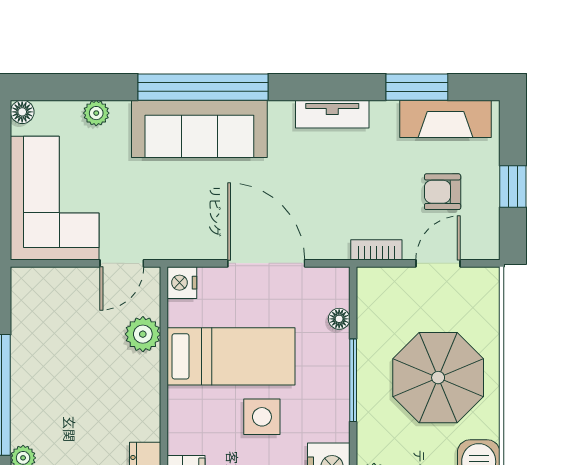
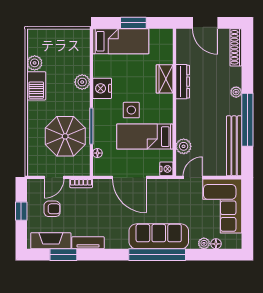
floor lamp: (22, 112) -> (216, 244), moved
tv unit: (332, 114) -> (88, 243), moved
bench: (28, 335) -> (234, 146), added
parasol: (438, 378) -> (65, 136), moved

